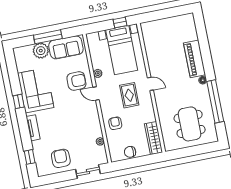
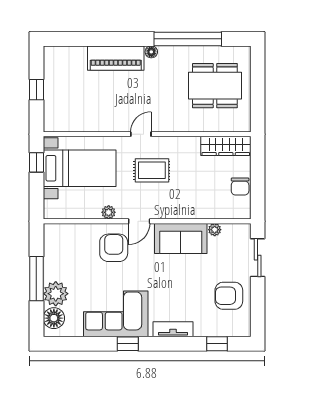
window: (165, 14) -> (36, 90), added
sofa: (66, 47) -> (181, 238), moved, turned 90
floor lamp: (25, 52) -> (54, 318), added
armchair: (115, 123) -> (191, 201), removed

